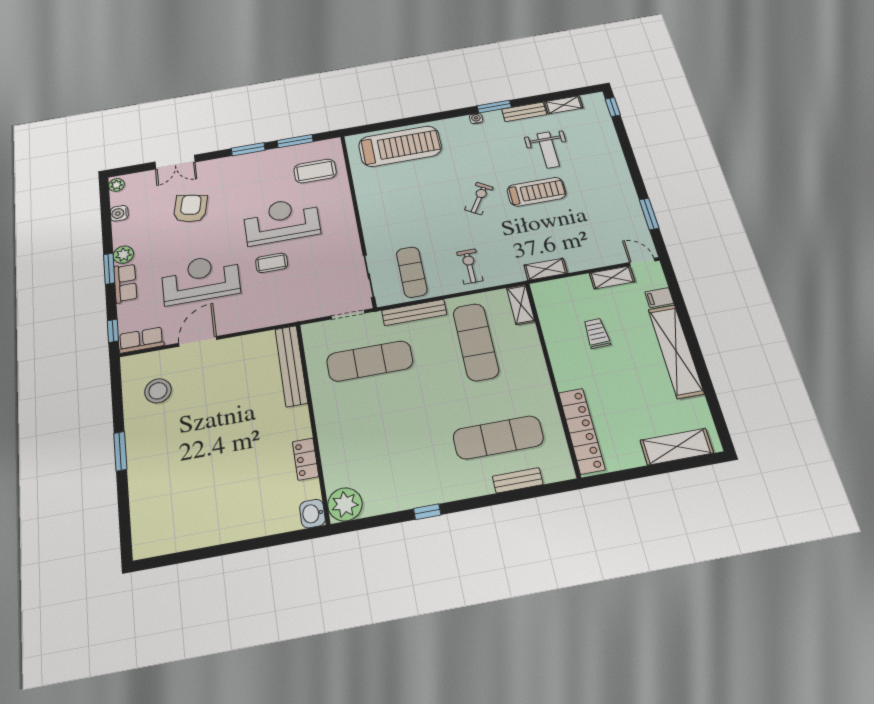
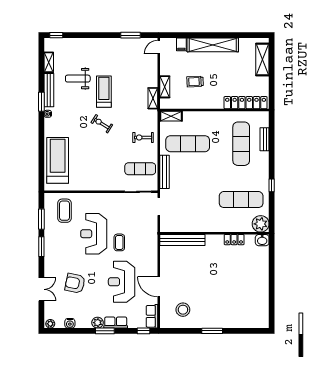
bench: (524, 112) -> (49, 90), width x1.36
weight bench: (548, 150) -> (78, 79), turned 180
shelving: (612, 277) -> (165, 87), moved
exercise mat: (370, 361) -> (241, 200), moved, turned 90

